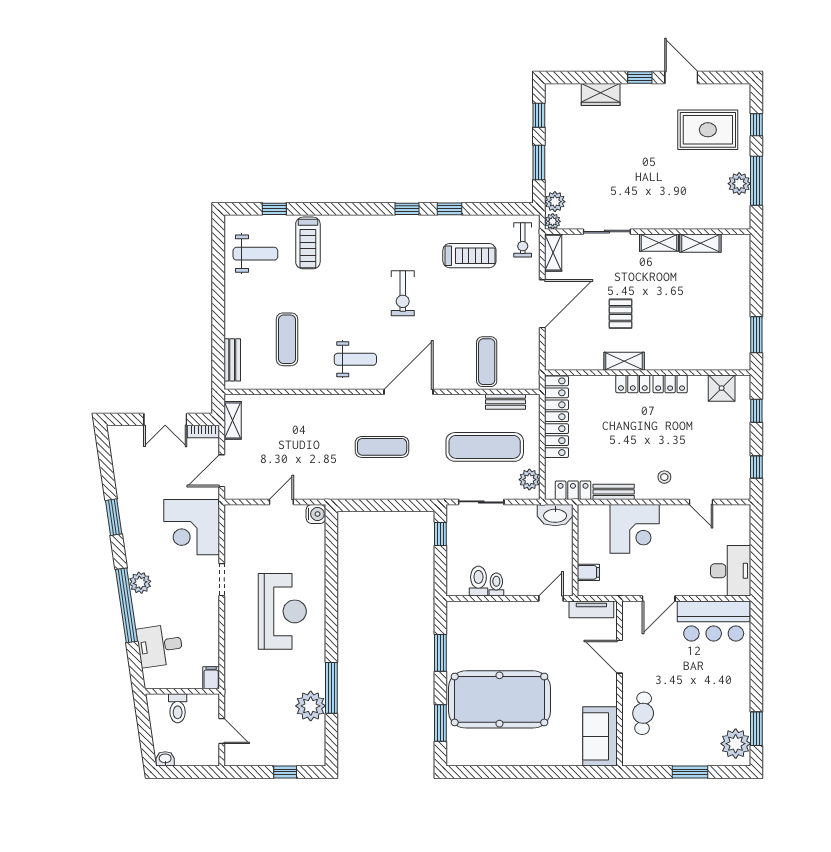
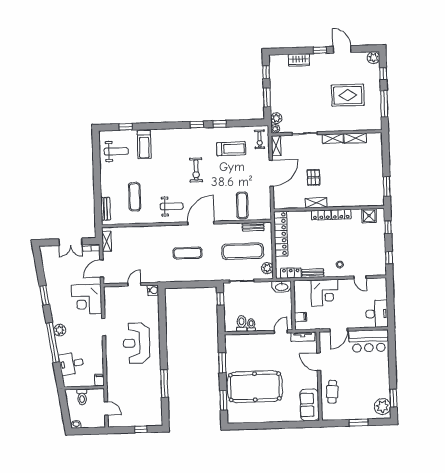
rug: (708, 130) -> (348, 95), moved
plant: (739, 184) -> (374, 58), moved
reception desk: (282, 611) -> (137, 343), turned 180
plant: (311, 706) -> (153, 393), removed

